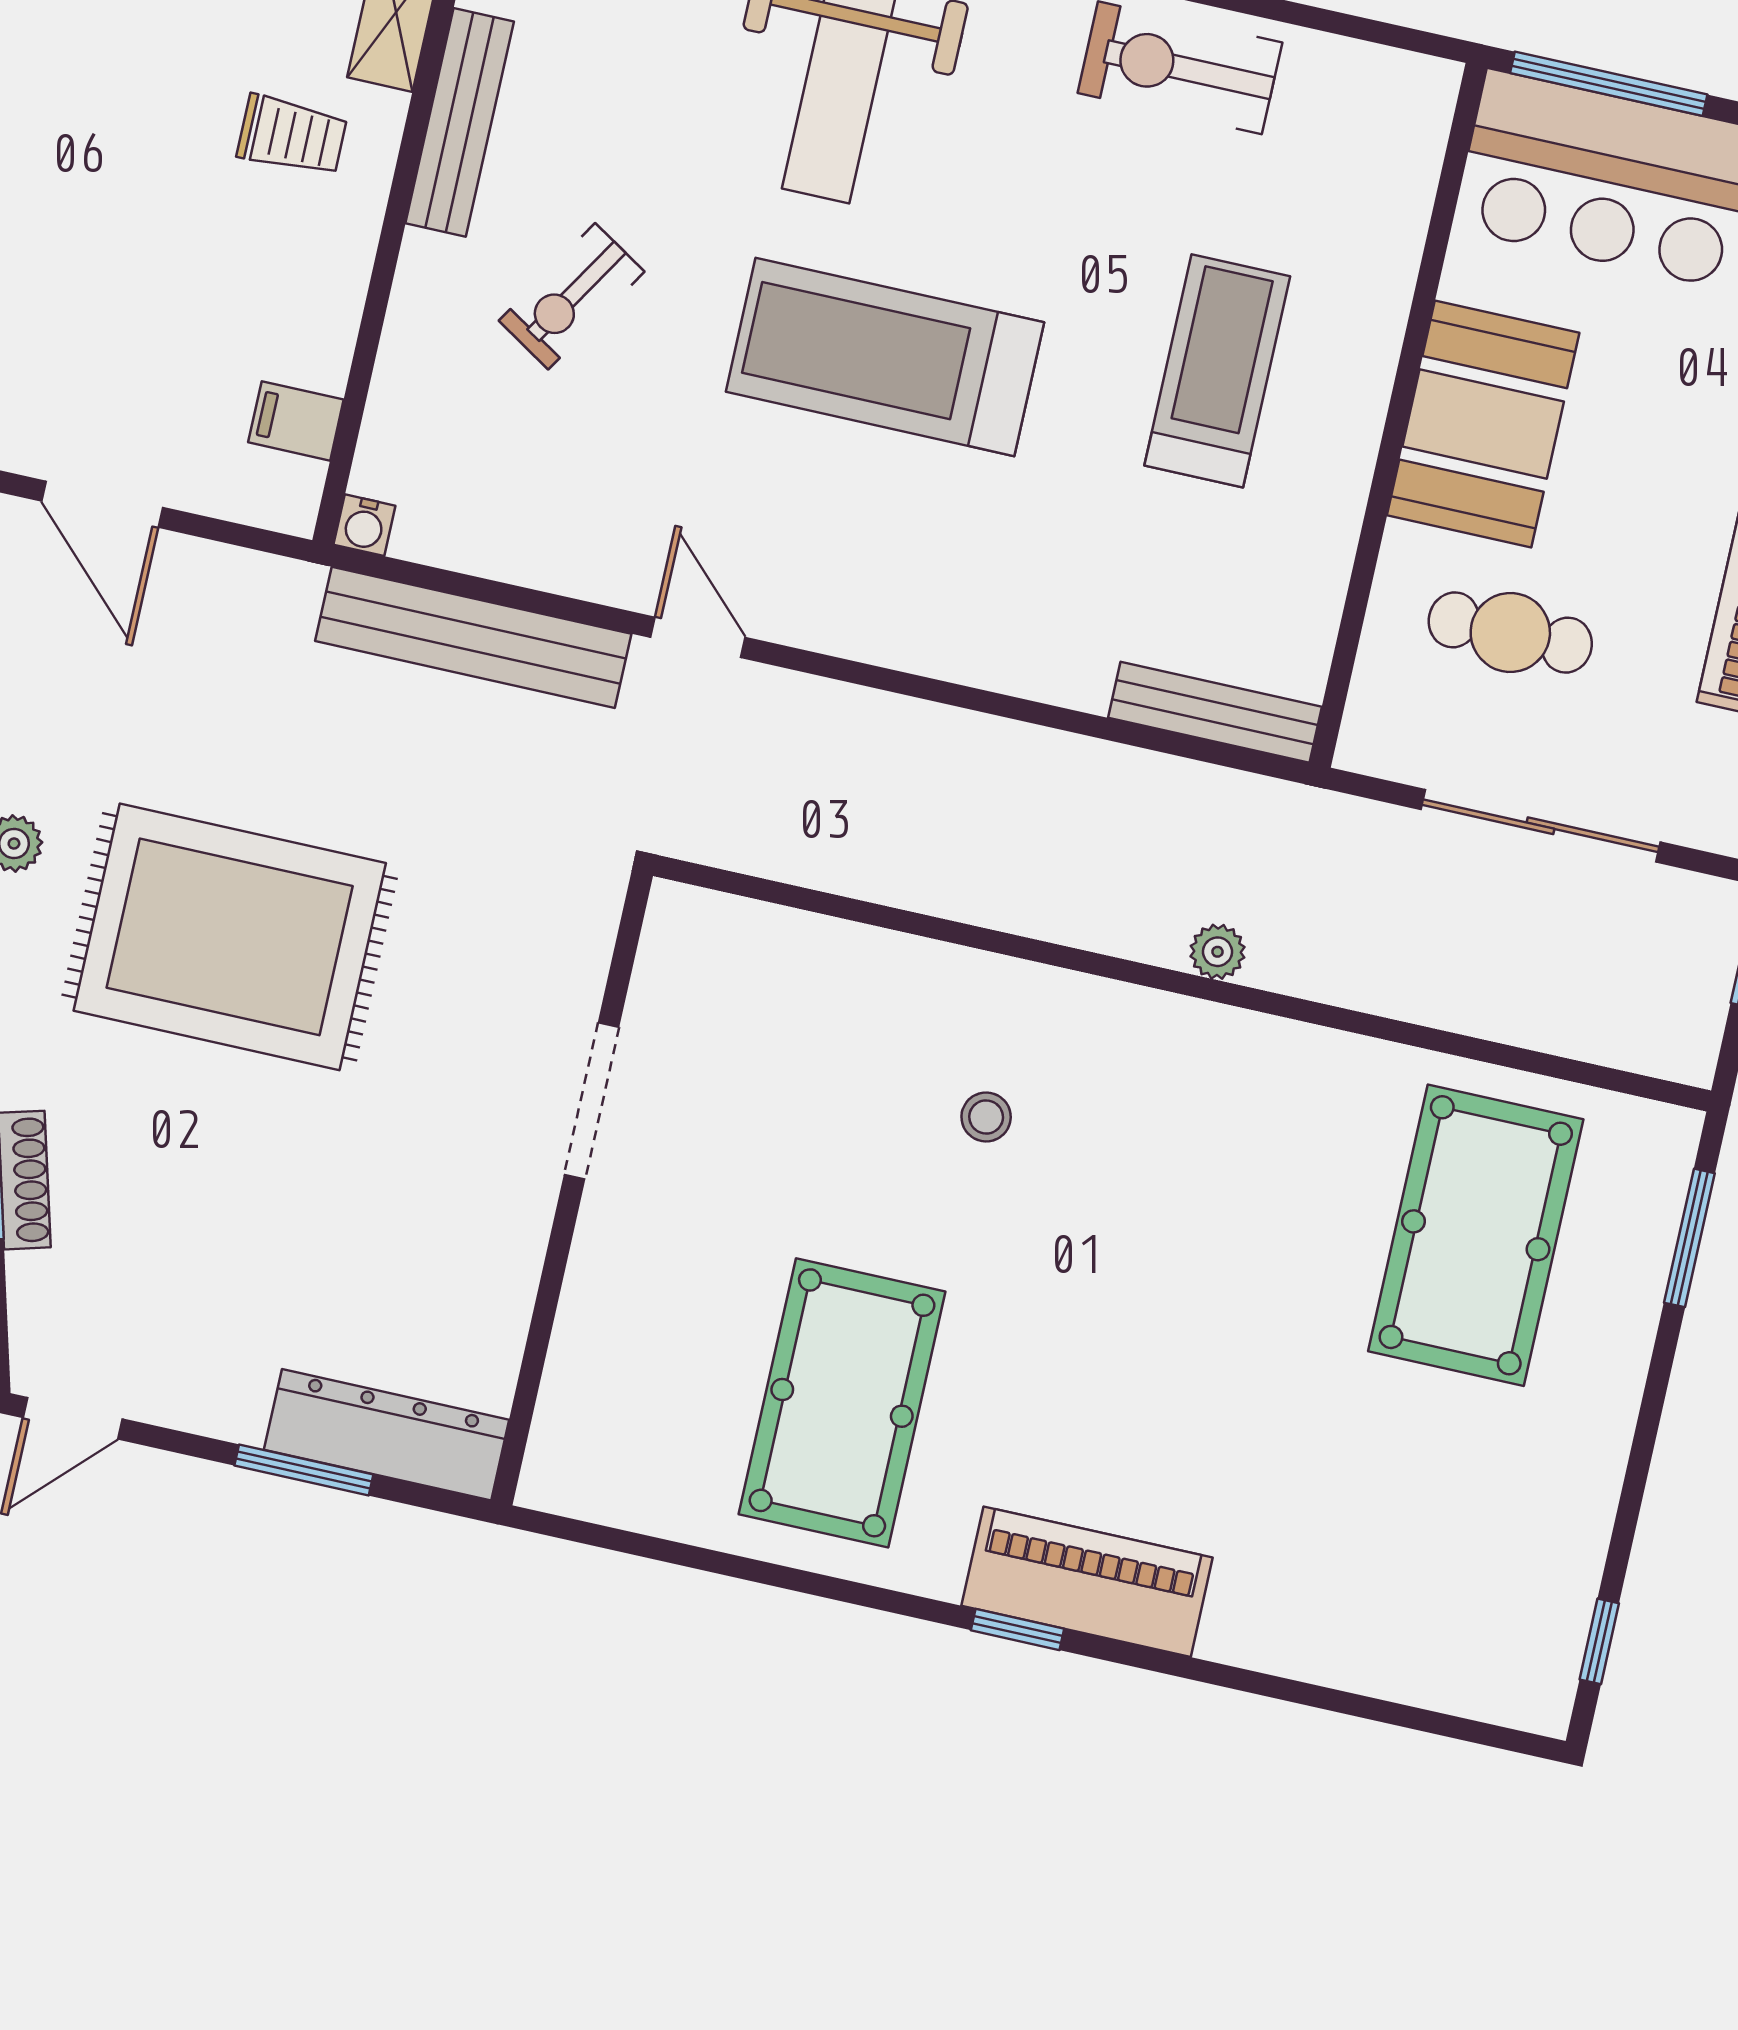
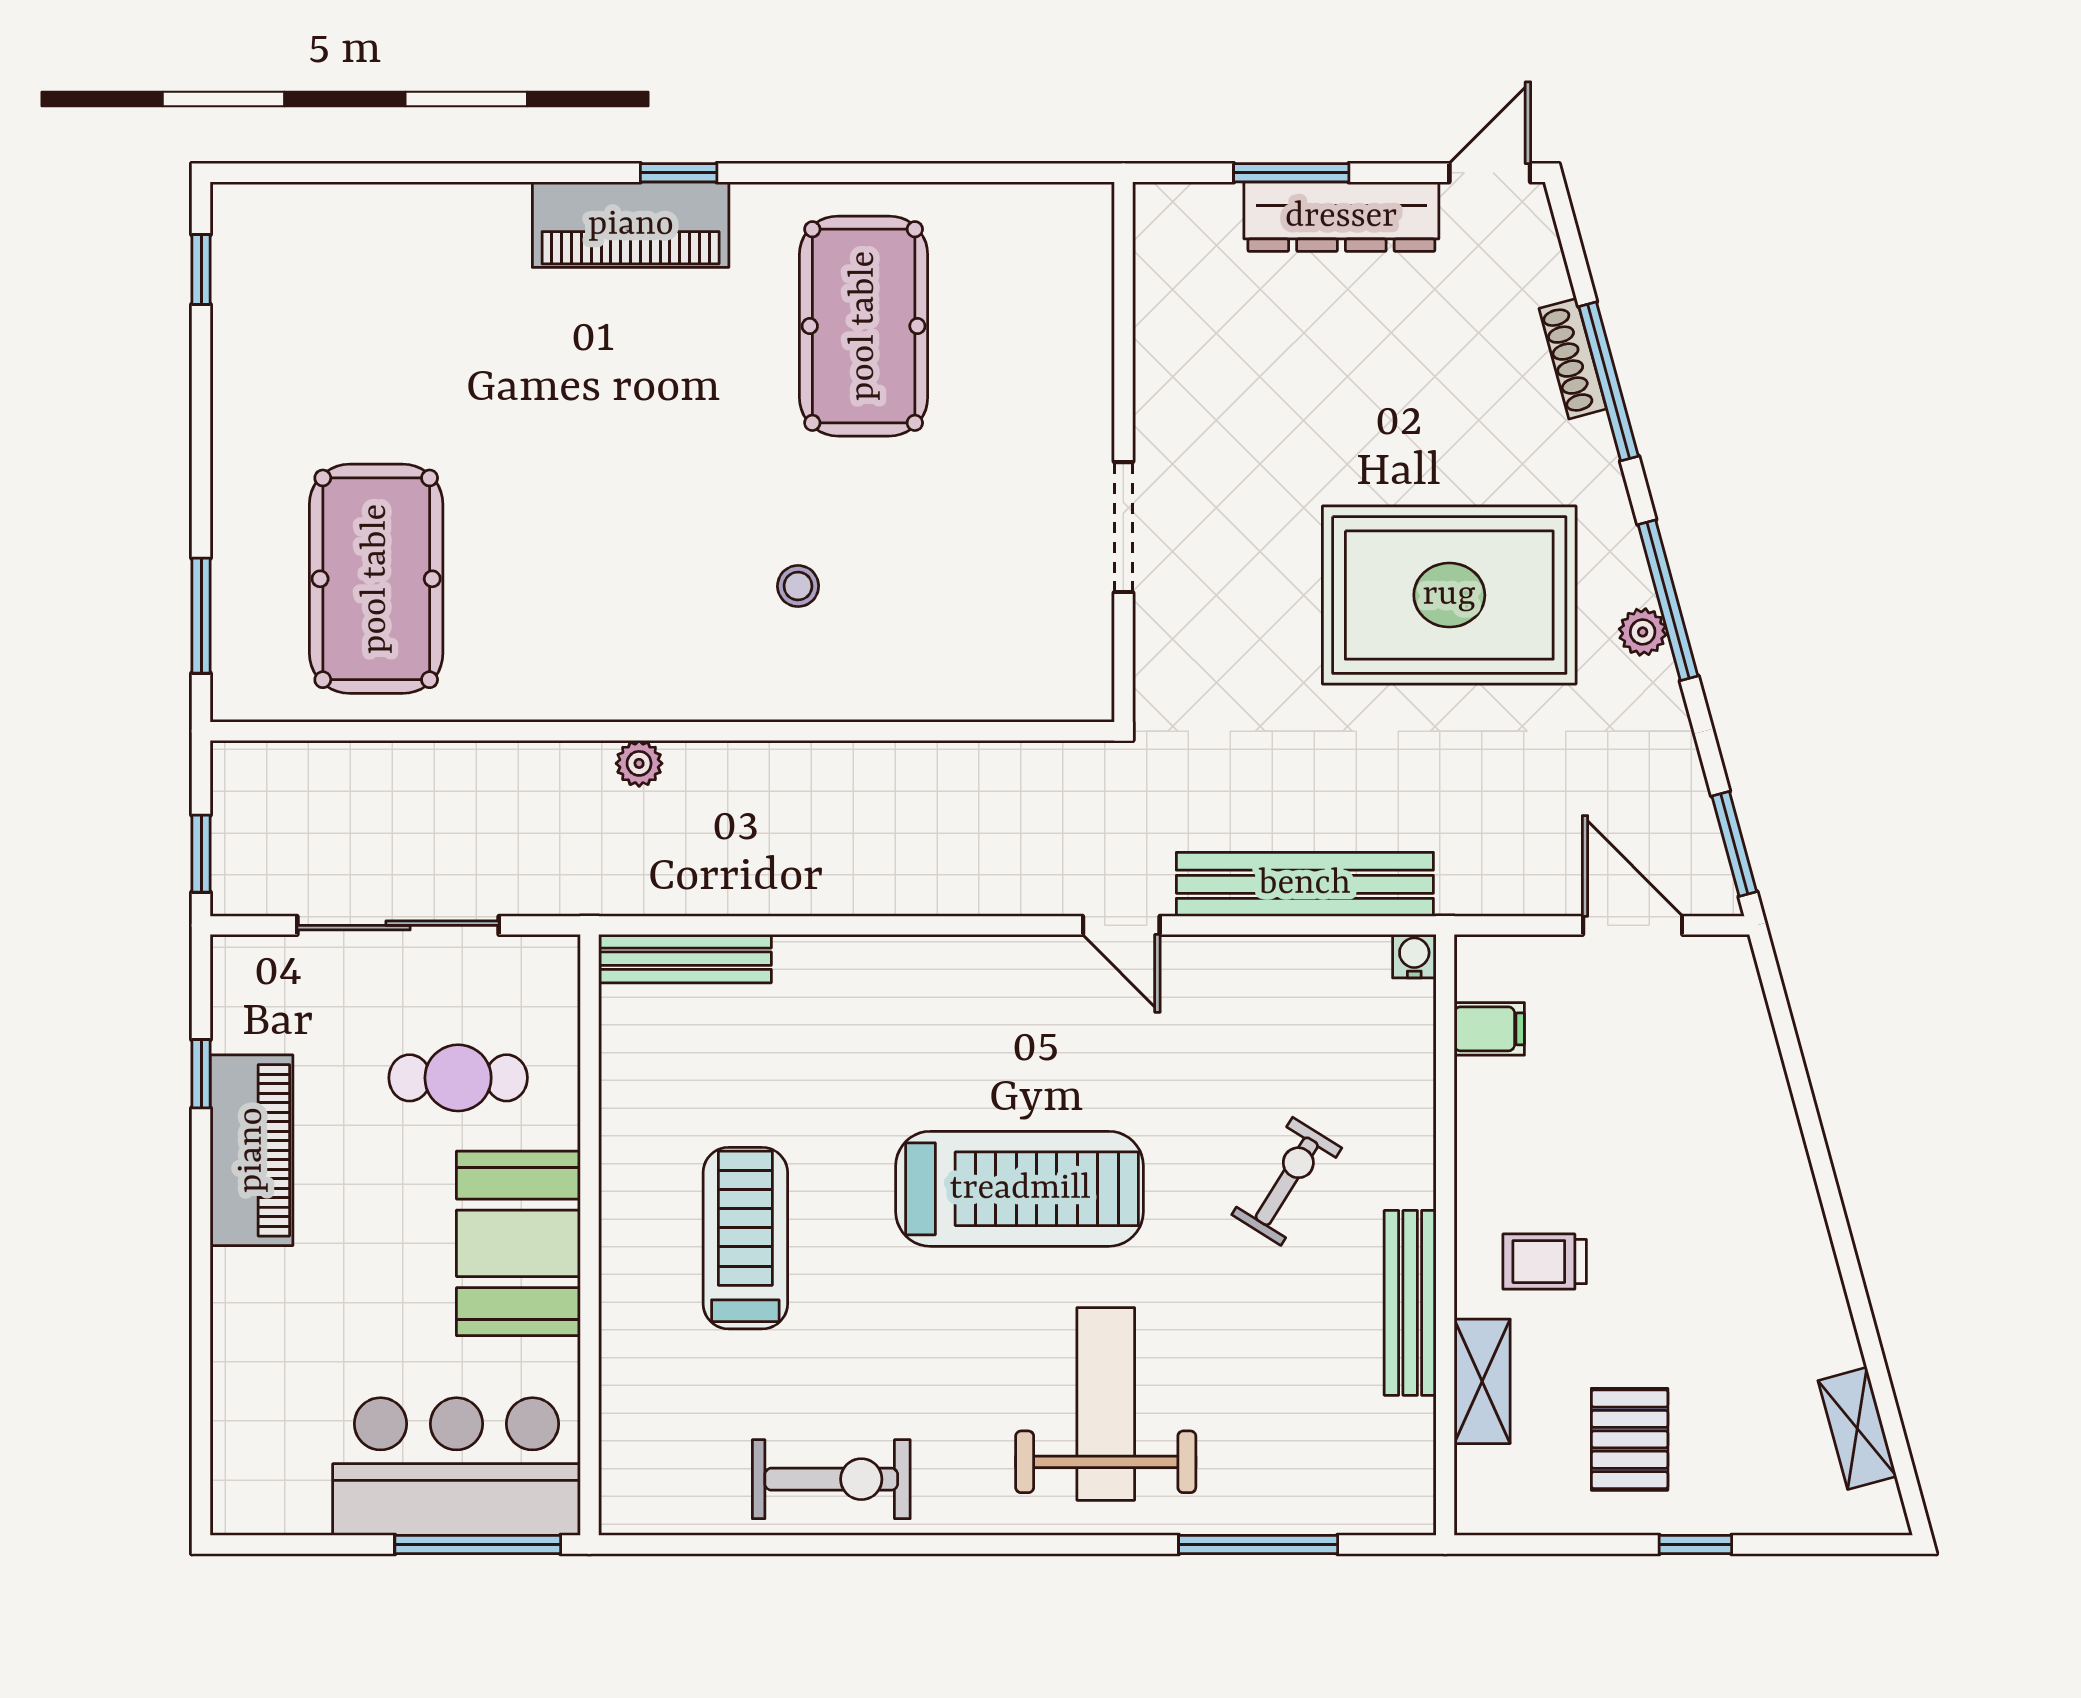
treadmill: (1217, 371) -> (745, 1238), turned 180
dresser: (387, 1435) -> (1341, 217), moved

